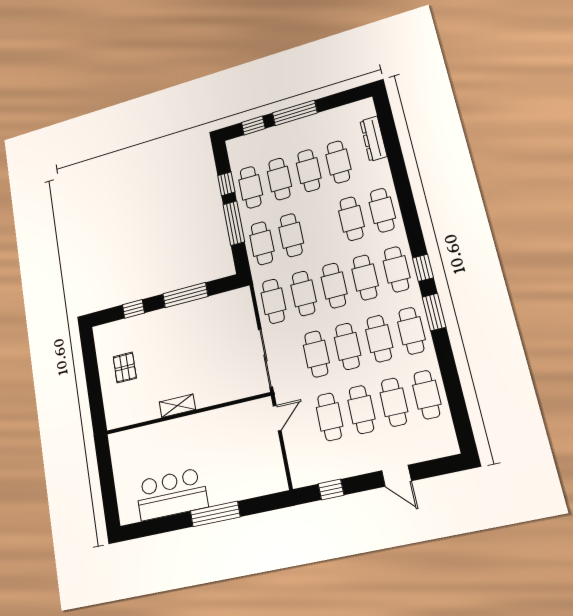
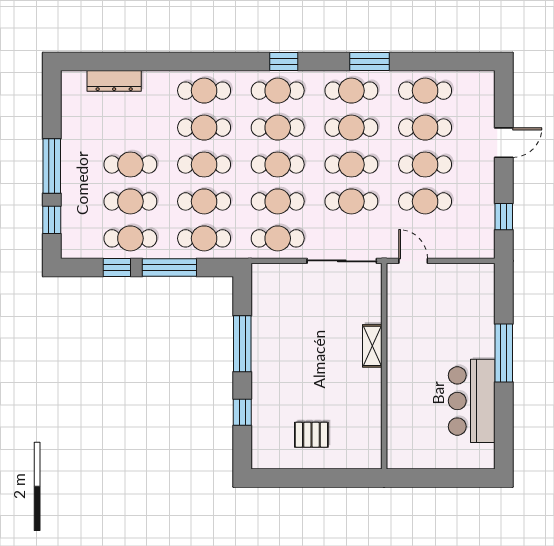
cafe table: (338, 162) -> (204, 165), moved
window: (434, 312) -> (370, 61), moved
shelving: (177, 406) -> (372, 346), moved

